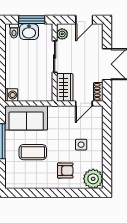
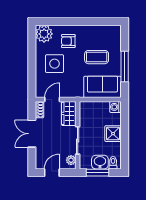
shower: (14, 64) -> (113, 134), added
side table: (81, 145) -> (55, 64), width x1.87, depth x1.87

